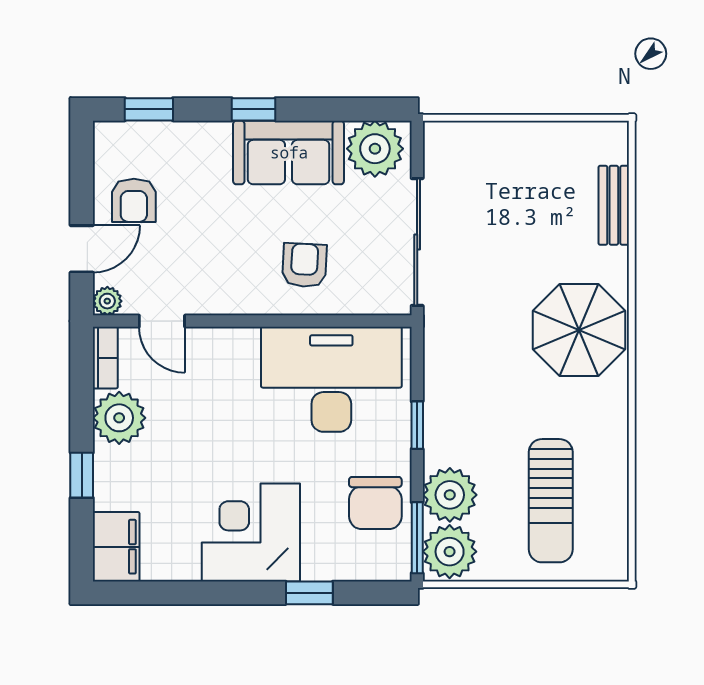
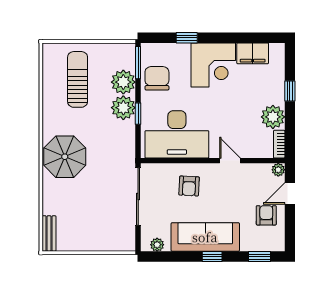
plant: (375, 149) -> (157, 245), width x0.53, depth x0.53
sofa: (289, 152) -> (205, 237), width x1.36
bench: (614, 205) -> (49, 234), moved
door: (162, 321) -> (230, 161), moved
filing cabinet: (116, 547) -> (253, 53), moved, turned -90
plant: (450, 552) -> (123, 108), moved

